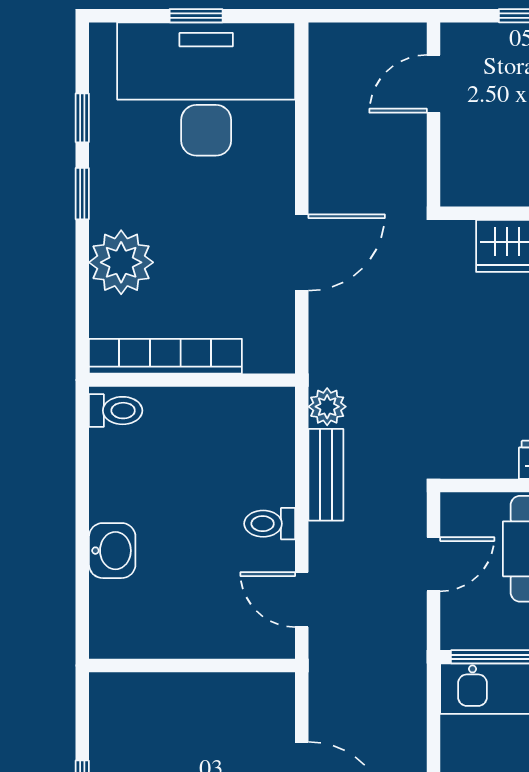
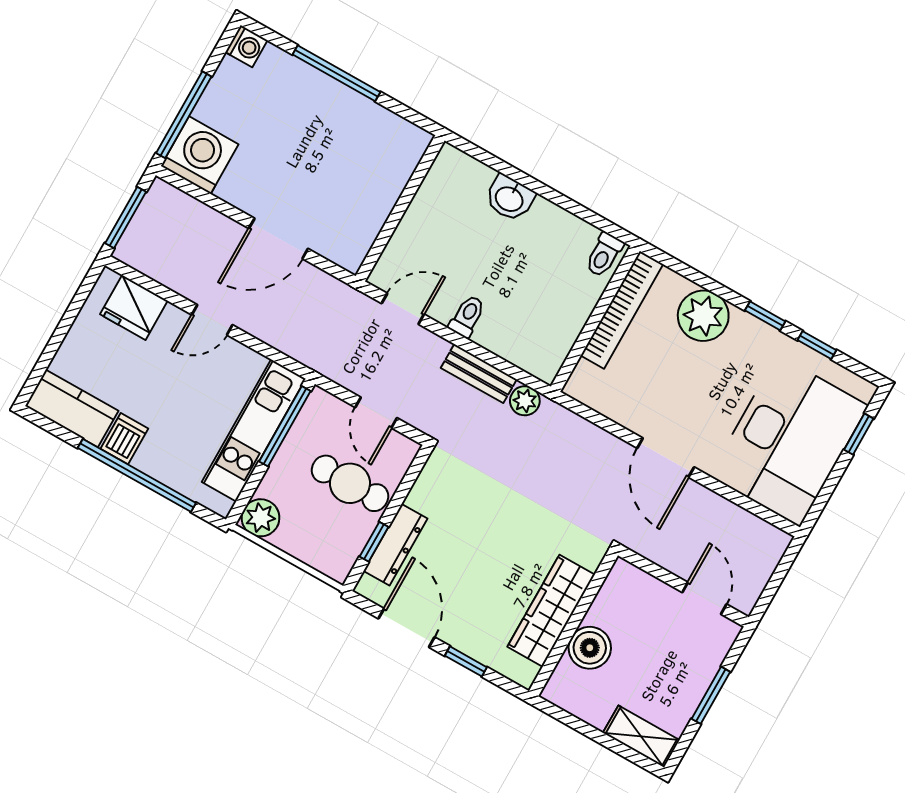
window: (196, 16) -> (859, 434), moved
door: (302, 252) -> (666, 458), moved

